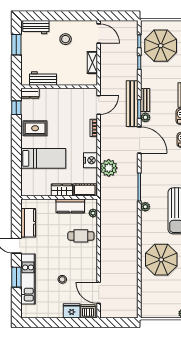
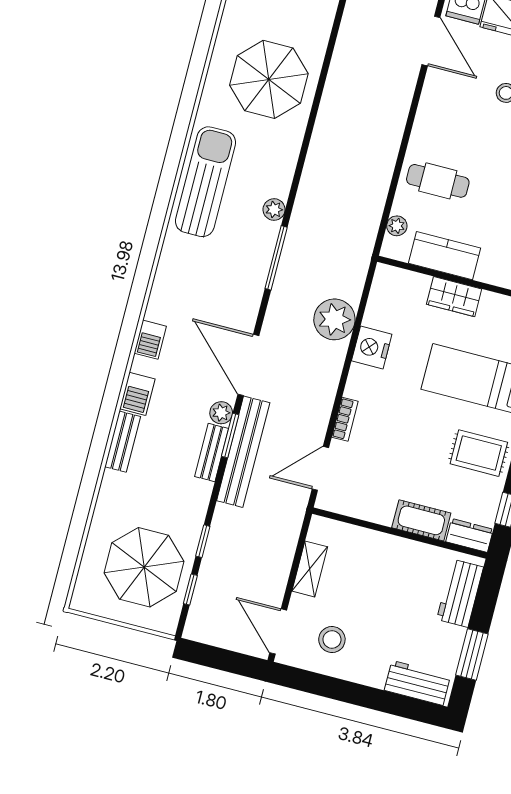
stool: (66, 39) -> (332, 639), moved
workbench: (43, 79) -> (460, 593), moved, turned 90
cot: (85, 190) -> (421, 520), moved

